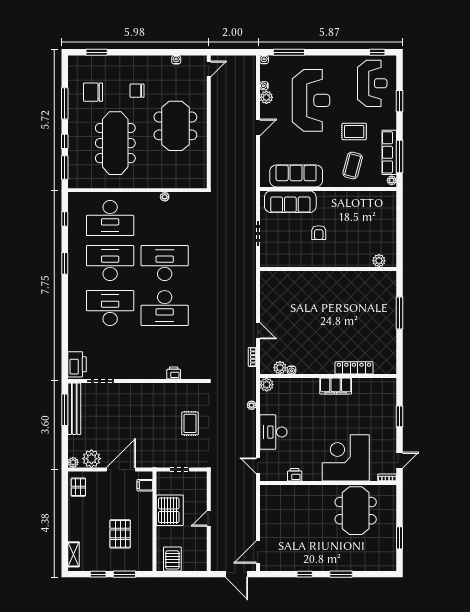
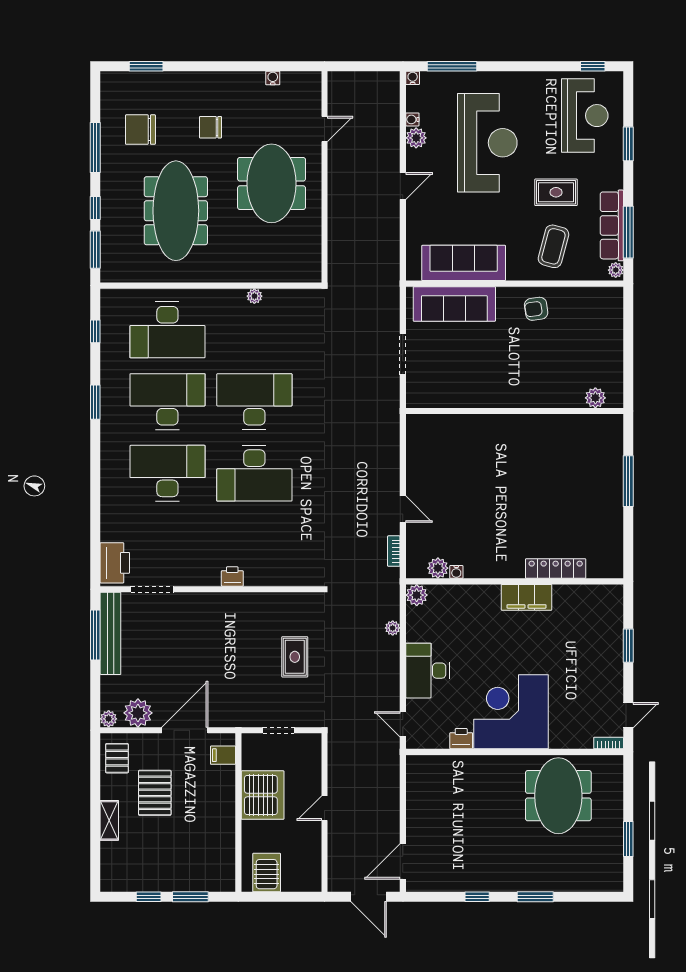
door: (209, 69) -> (325, 129), moved
armchair: (319, 233) -> (536, 309), moved, turned 82
printer: (174, 373) -> (232, 576), moved
corner desk: (346, 458) -> (511, 712), moved
pallet: (120, 534) -> (155, 793), moved
shelving: (73, 554) -> (109, 820), moved

